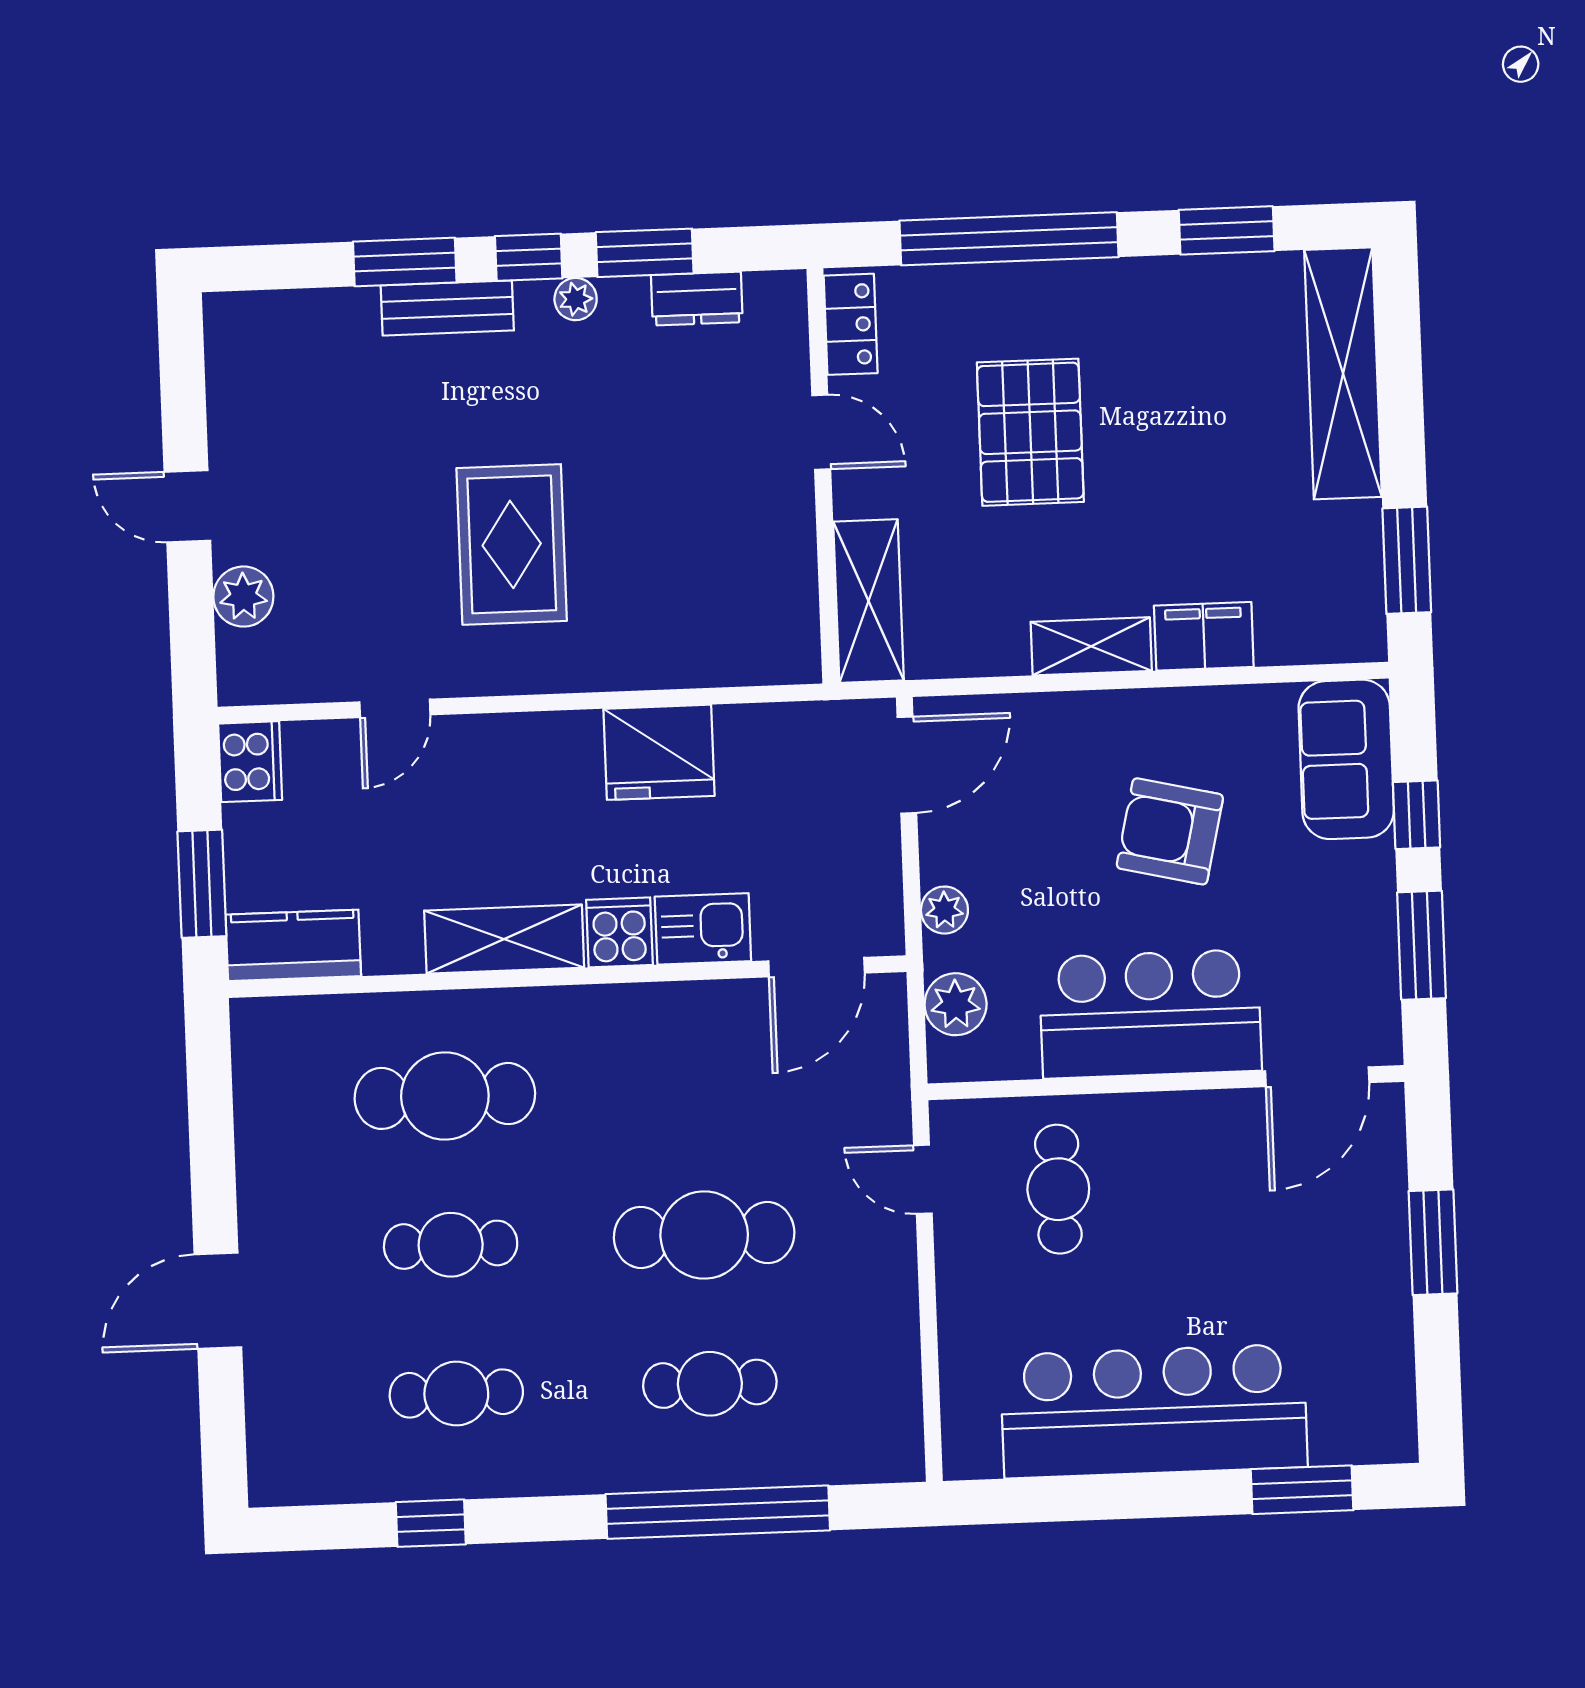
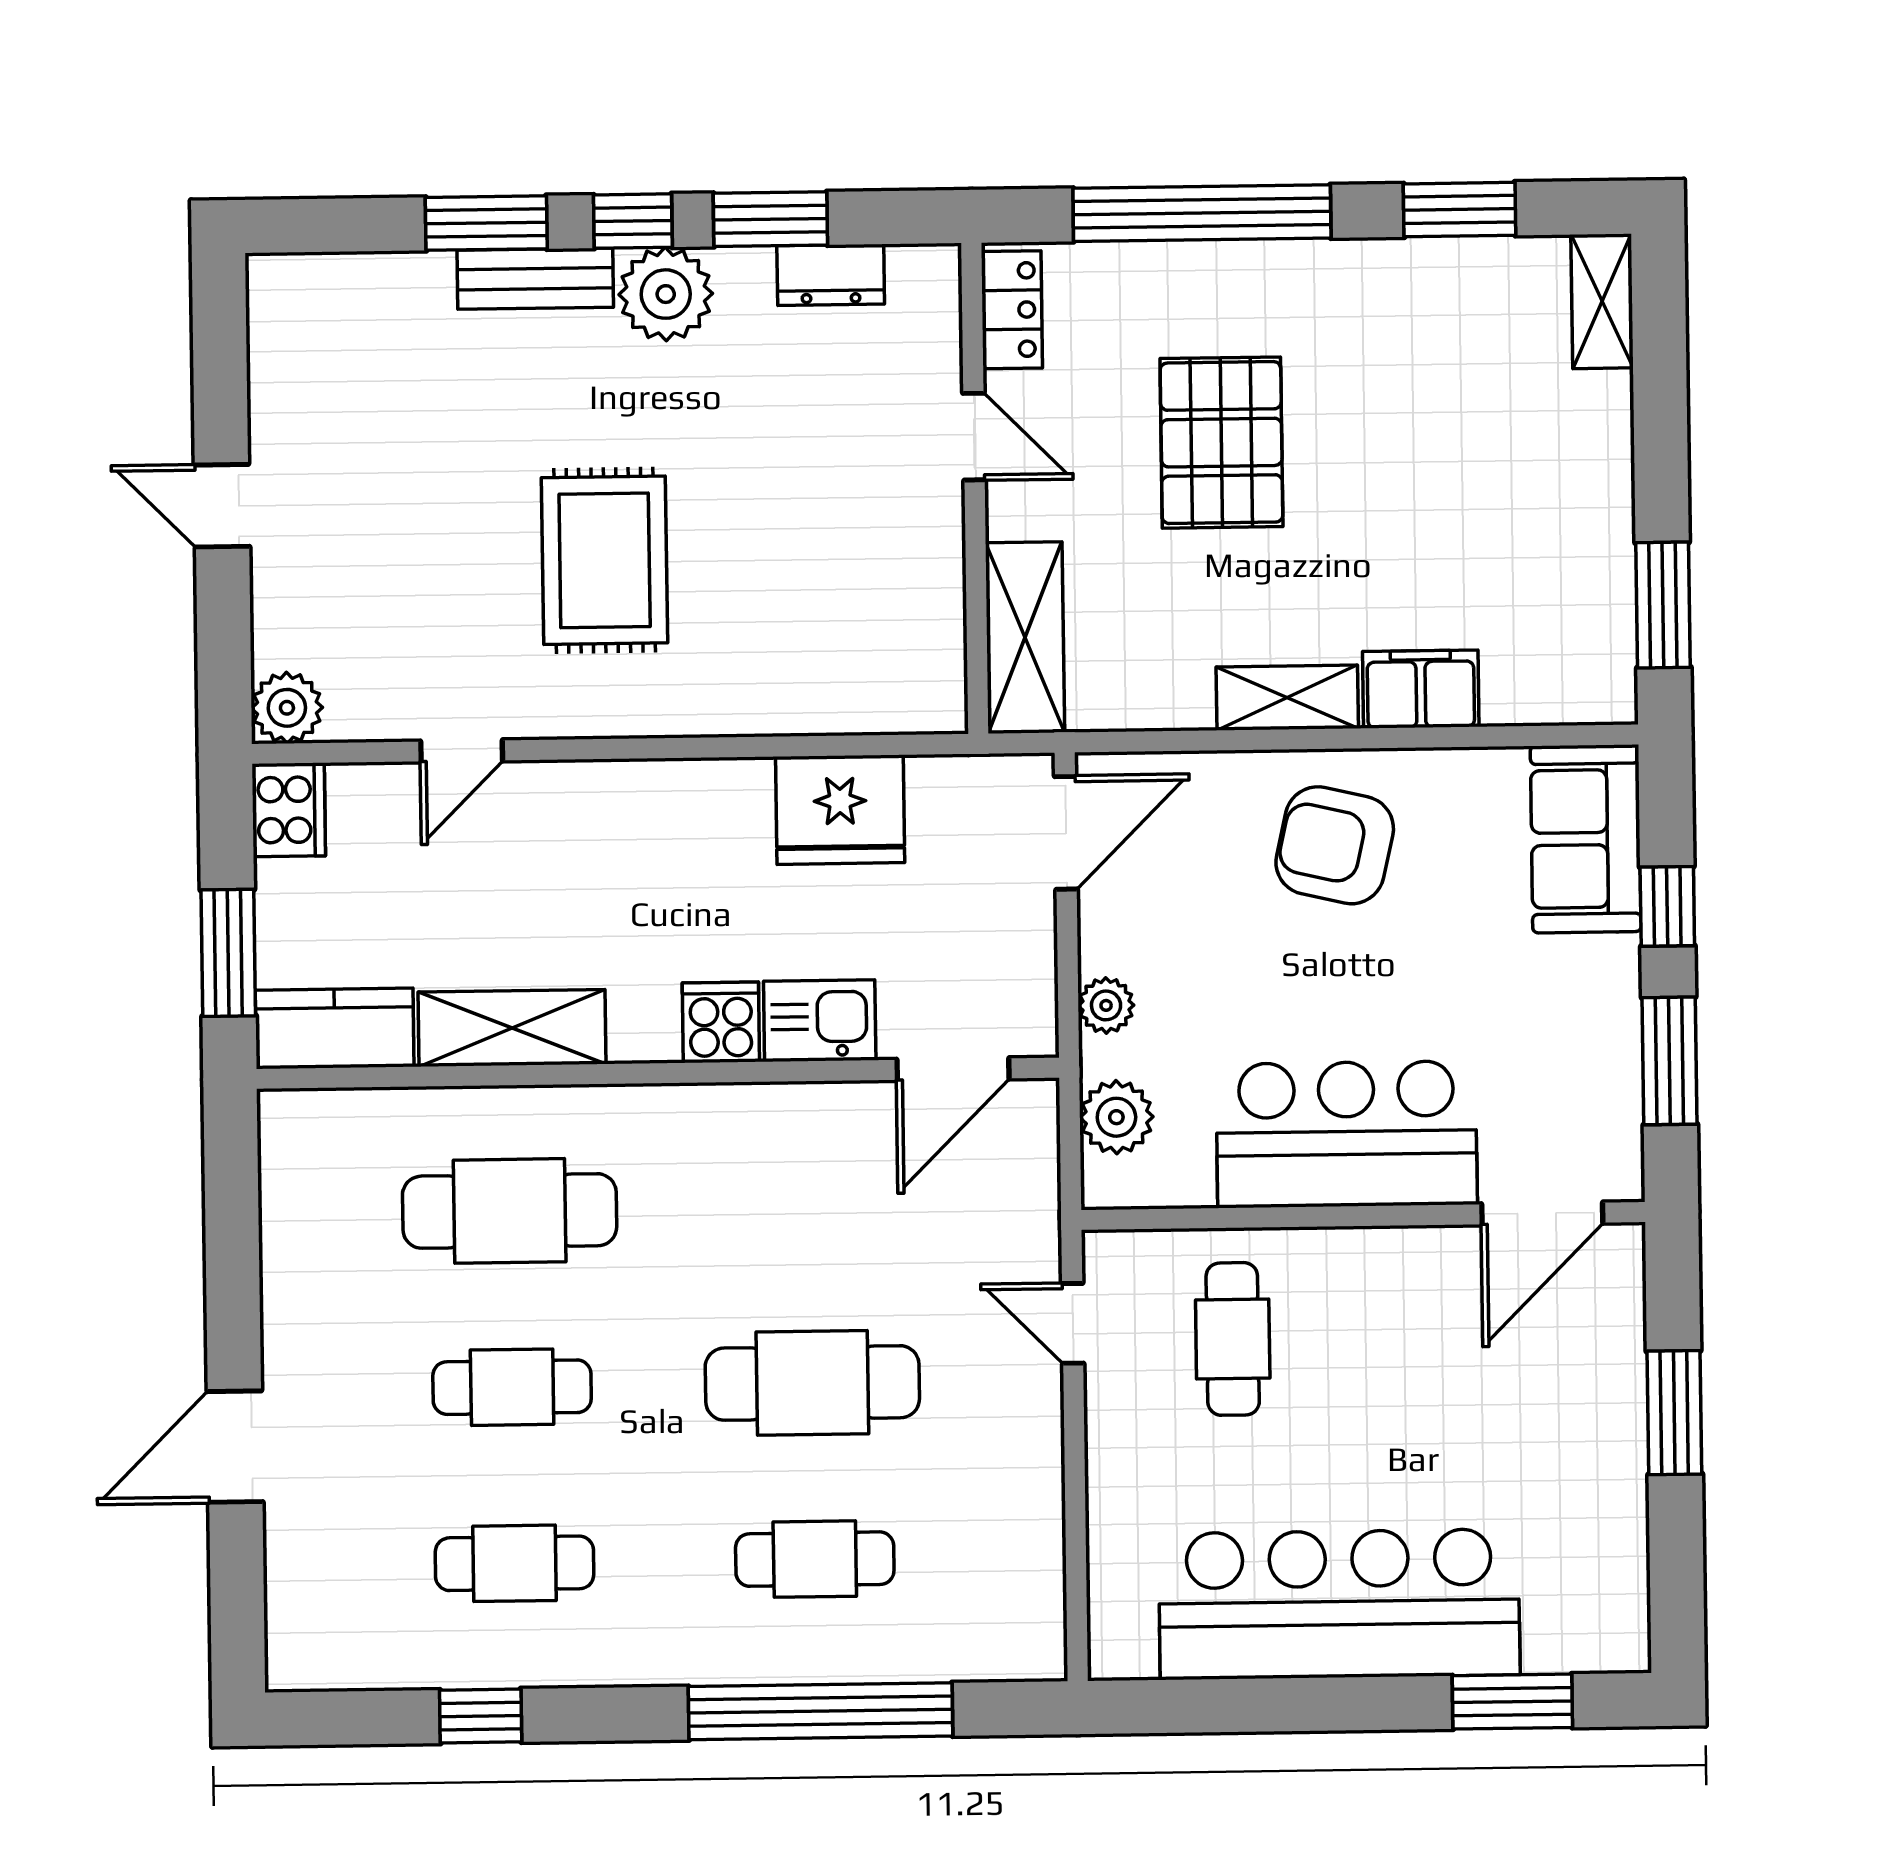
plant: (576, 299) -> (666, 294), width x1.87, depth x1.87
shelving: (1343, 373) -> (1602, 301), width x0.45, depth x0.75
plant: (243, 597) -> (287, 708), moved
fridge: (659, 752) -> (840, 810), moved
armchair: (1170, 831) -> (1335, 845), moved
shelving: (504, 939) -> (512, 1028), moved

